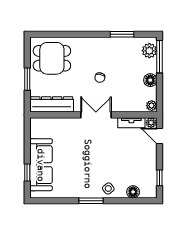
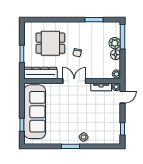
plant: (149, 51) -> (115, 43), moved
dining table: (52, 58) -> (50, 43), moved
door: (159, 136) -> (122, 97), swing flipped
sofa: (41, 165) -> (35, 112), width x1.36, depth x1.27
floor lamp: (133, 192) -> (102, 140), removed

